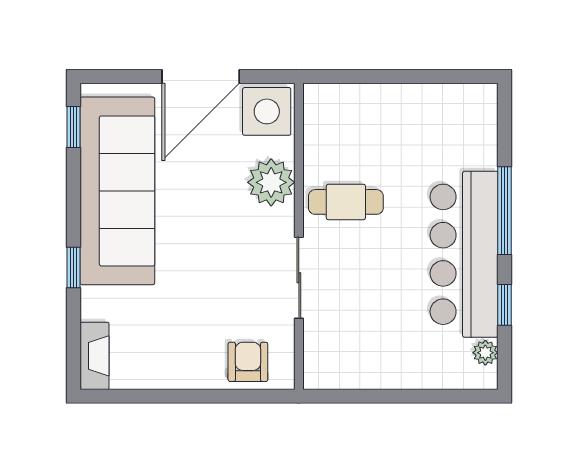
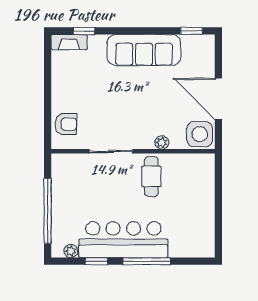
plant: (271, 182) -> (162, 142), width x0.53, depth x0.53
sofa: (117, 191) -> (144, 50), width x0.74, depth x0.79
window: (74, 268) -> (84, 31), moved
window: (410, 396) -> (48, 211), added

